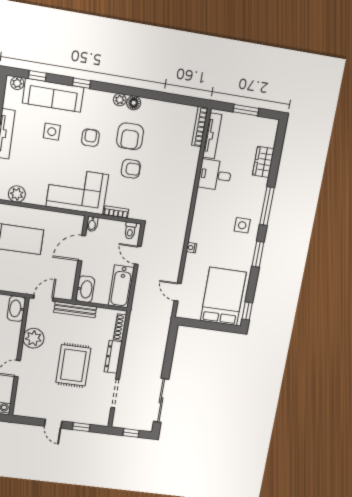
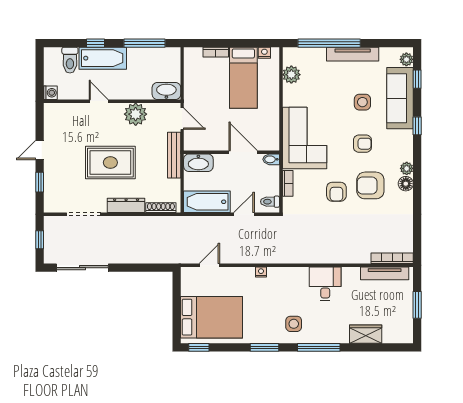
desk: (215, 175) -> (325, 284), moved

